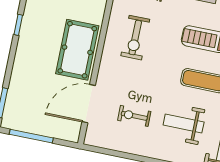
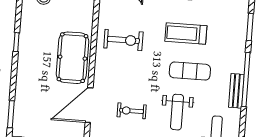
exercise bike: (135, 38) -> (123, 40), turned -90
weight bench: (184, 124) -> (177, 112), turned -90

